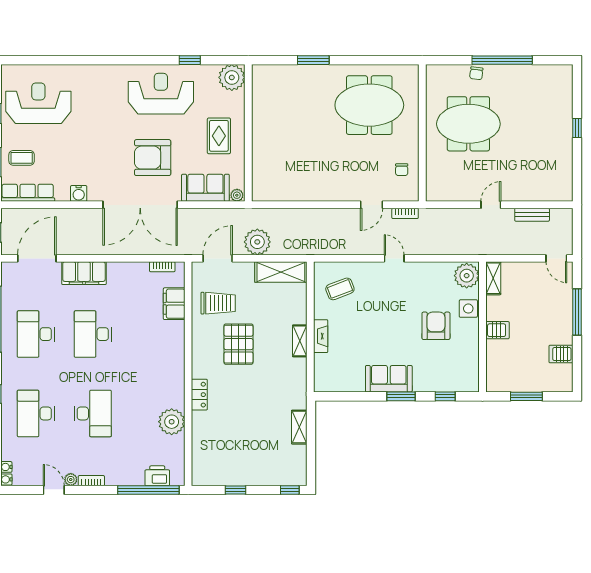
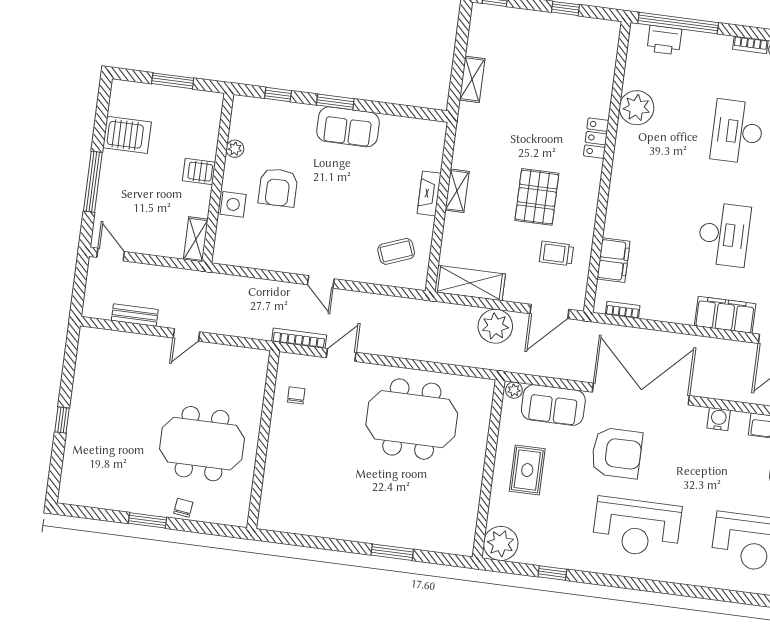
window: (502, 60) -> (148, 520), width x0.47
reception desk: (161, 94) -> (637, 527), moved
meeting table: (369, 105) -> (412, 419), moved
bookcase: (405, 213) -> (299, 338), width x1.56
plant: (467, 276) -> (235, 149), moved, width x0.53, depth x0.53
trolley: (218, 303) -> (556, 253), width x0.73, depth x0.72
server rack: (561, 354) -> (127, 135), width x1.36, depth x1.44

